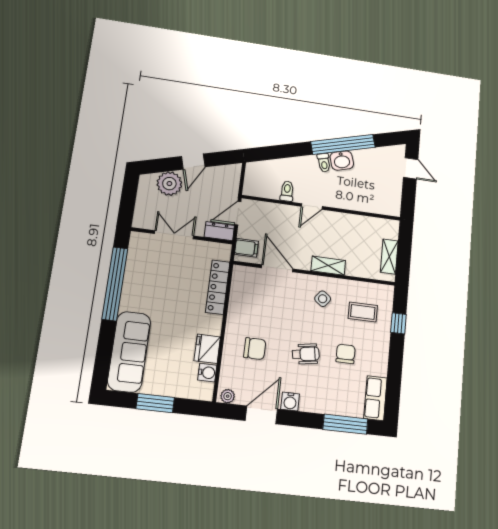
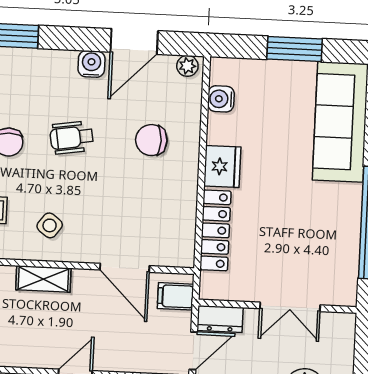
fridge: (207, 349) -> (222, 167), moved

